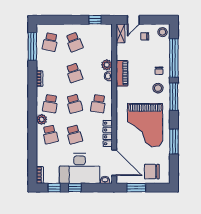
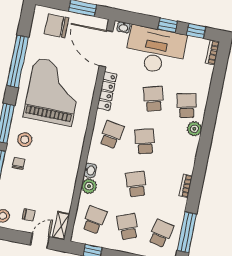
piano: (122, 73) -> (70, 170), removed
school desk: (50, 104) -> (94, 220), moved
window: (174, 141) -> (18, 61), width x1.46
chair: (152, 172) -> (56, 26), turned 180

